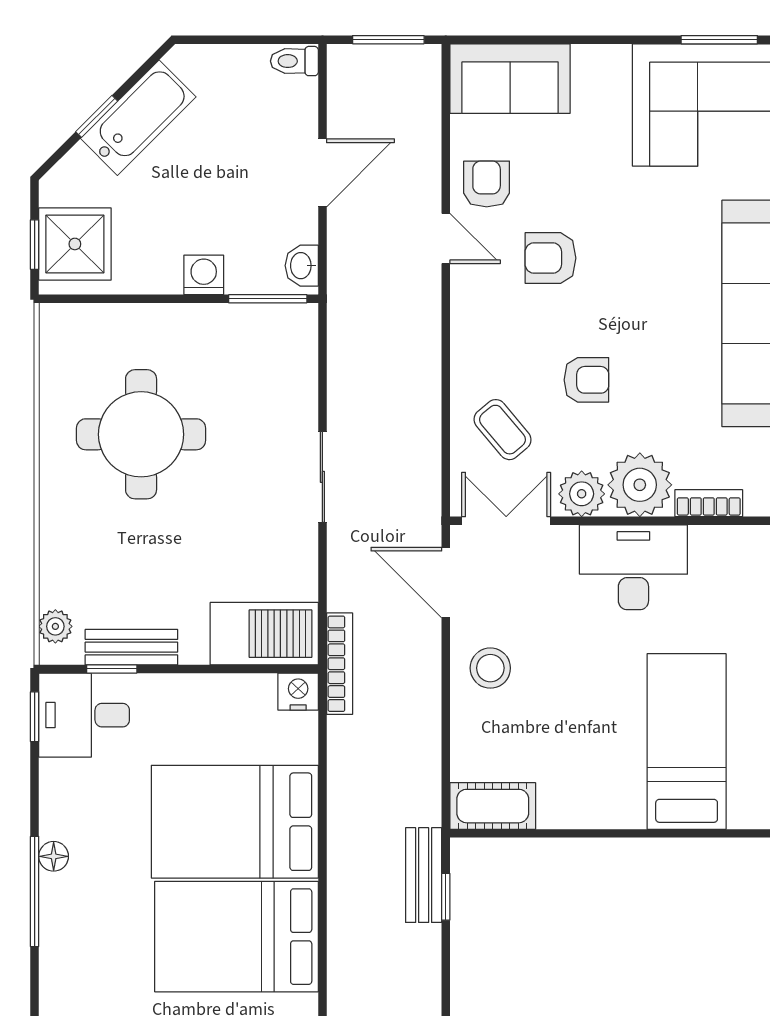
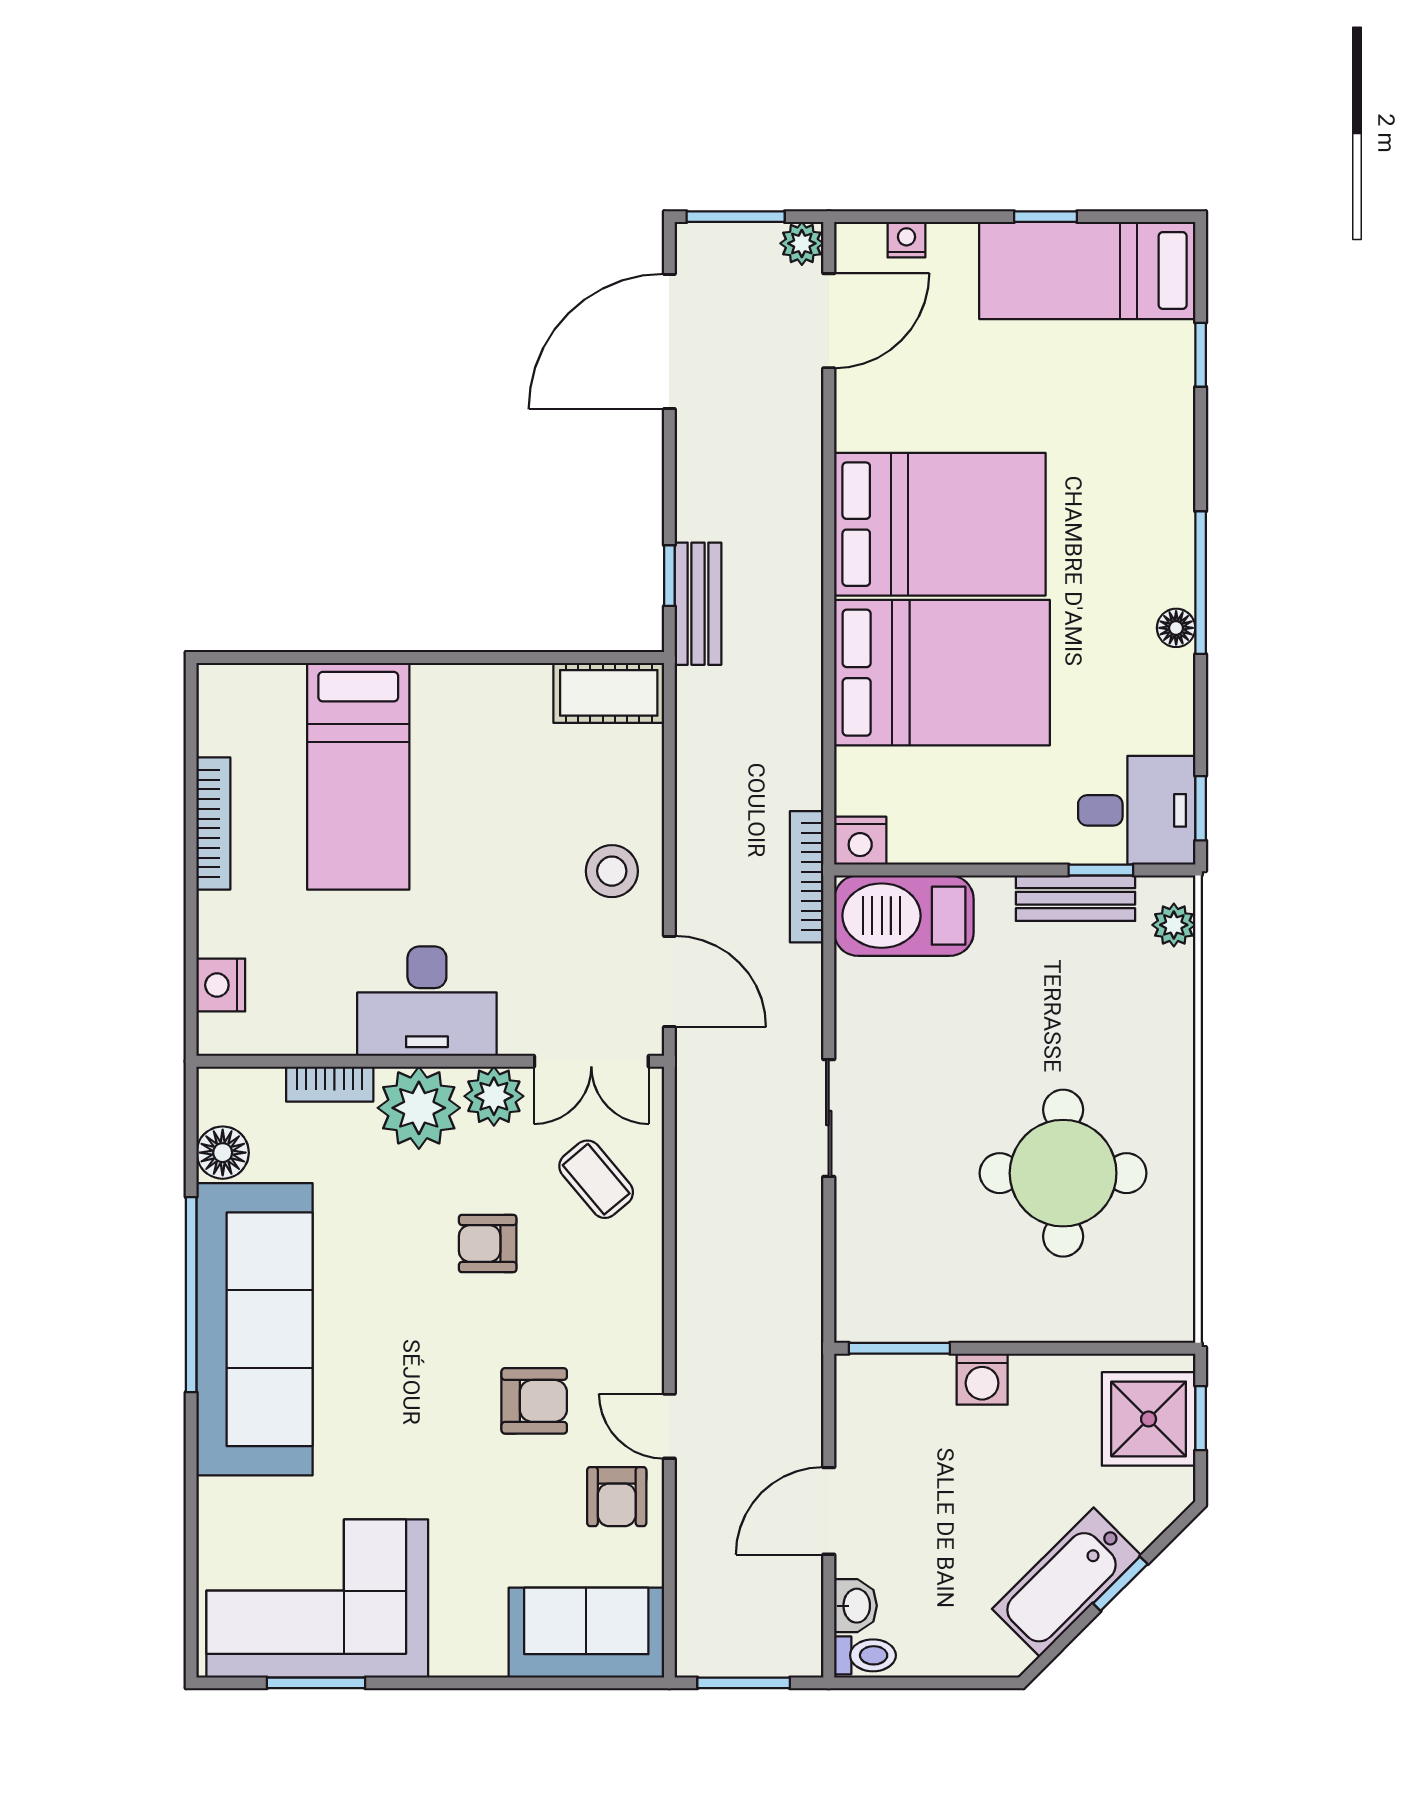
washbasin: (302, 266) -> (855, 1606), moved

